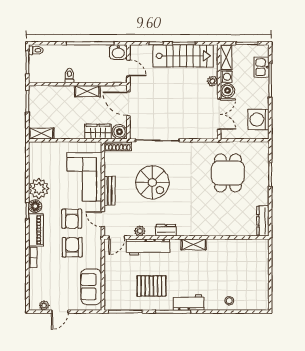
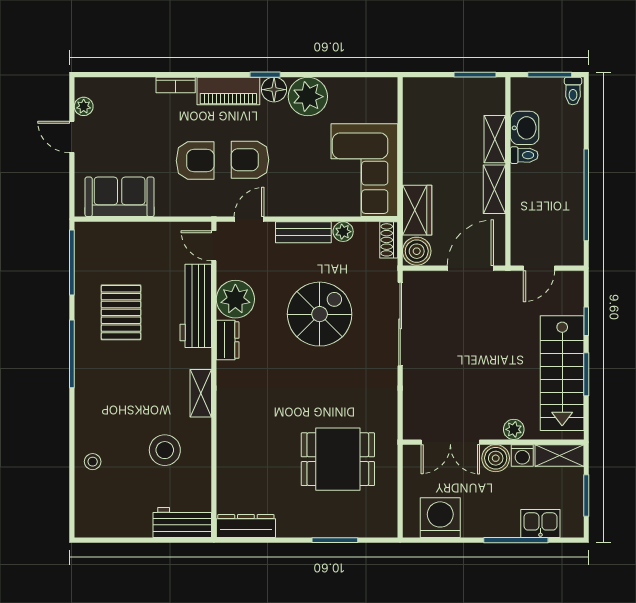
washbasin: (118, 52) -> (525, 128), moved, turned 180
shelving: (41, 134) -> (495, 139), moved
shoe rack: (118, 146) -> (389, 240), width x0.70
plant: (109, 170) -> (343, 232), added
corner sofa: (84, 177) -> (364, 170), moved, turned -90
spiral stairs: (152, 182) -> (320, 314), turned 180
plant: (140, 231) -> (235, 299), width x1.87, depth x1.87
stool: (223, 263) -> (165, 450), added
workbench: (189, 302) -> (182, 523), moved, turned -90

